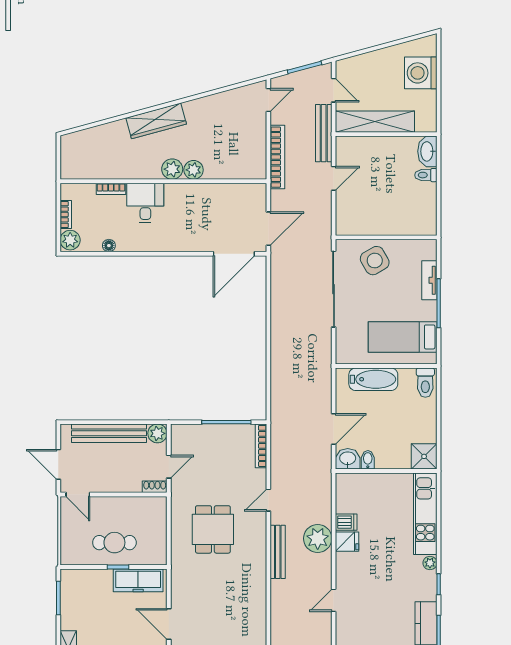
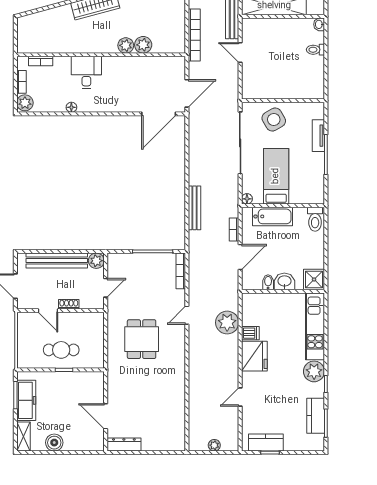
washbasin: (427, 151) -> (319, 24), width x0.52, depth x0.69
plant: (172, 169) -> (143, 45), moved
door: (334, 178) -> (240, 52), swing flipped
bookcase: (111, 189) -> (41, 61), moved
floor lamp: (109, 246) -> (71, 107), moved
bed: (403, 337) -> (276, 176), moved, turned 90
floor lamp: (342, 358) -> (247, 199), added
bookcase: (326, 395) -> (234, 230), added
washbasin: (348, 459) -> (284, 281), moved
shoe rack: (155, 487) -> (69, 304), moved
door: (78, 495) -> (48, 311), moved
plant: (318, 538) -> (227, 323), moved
fridge: (347, 542) -> (254, 356), width x1.88, depth x1.34
bench: (278, 552) -> (195, 208), moved
plant: (430, 563) -> (314, 371), width x1.88, depth x1.88
freezer: (138, 580) -> (26, 400), moved, turned -90

